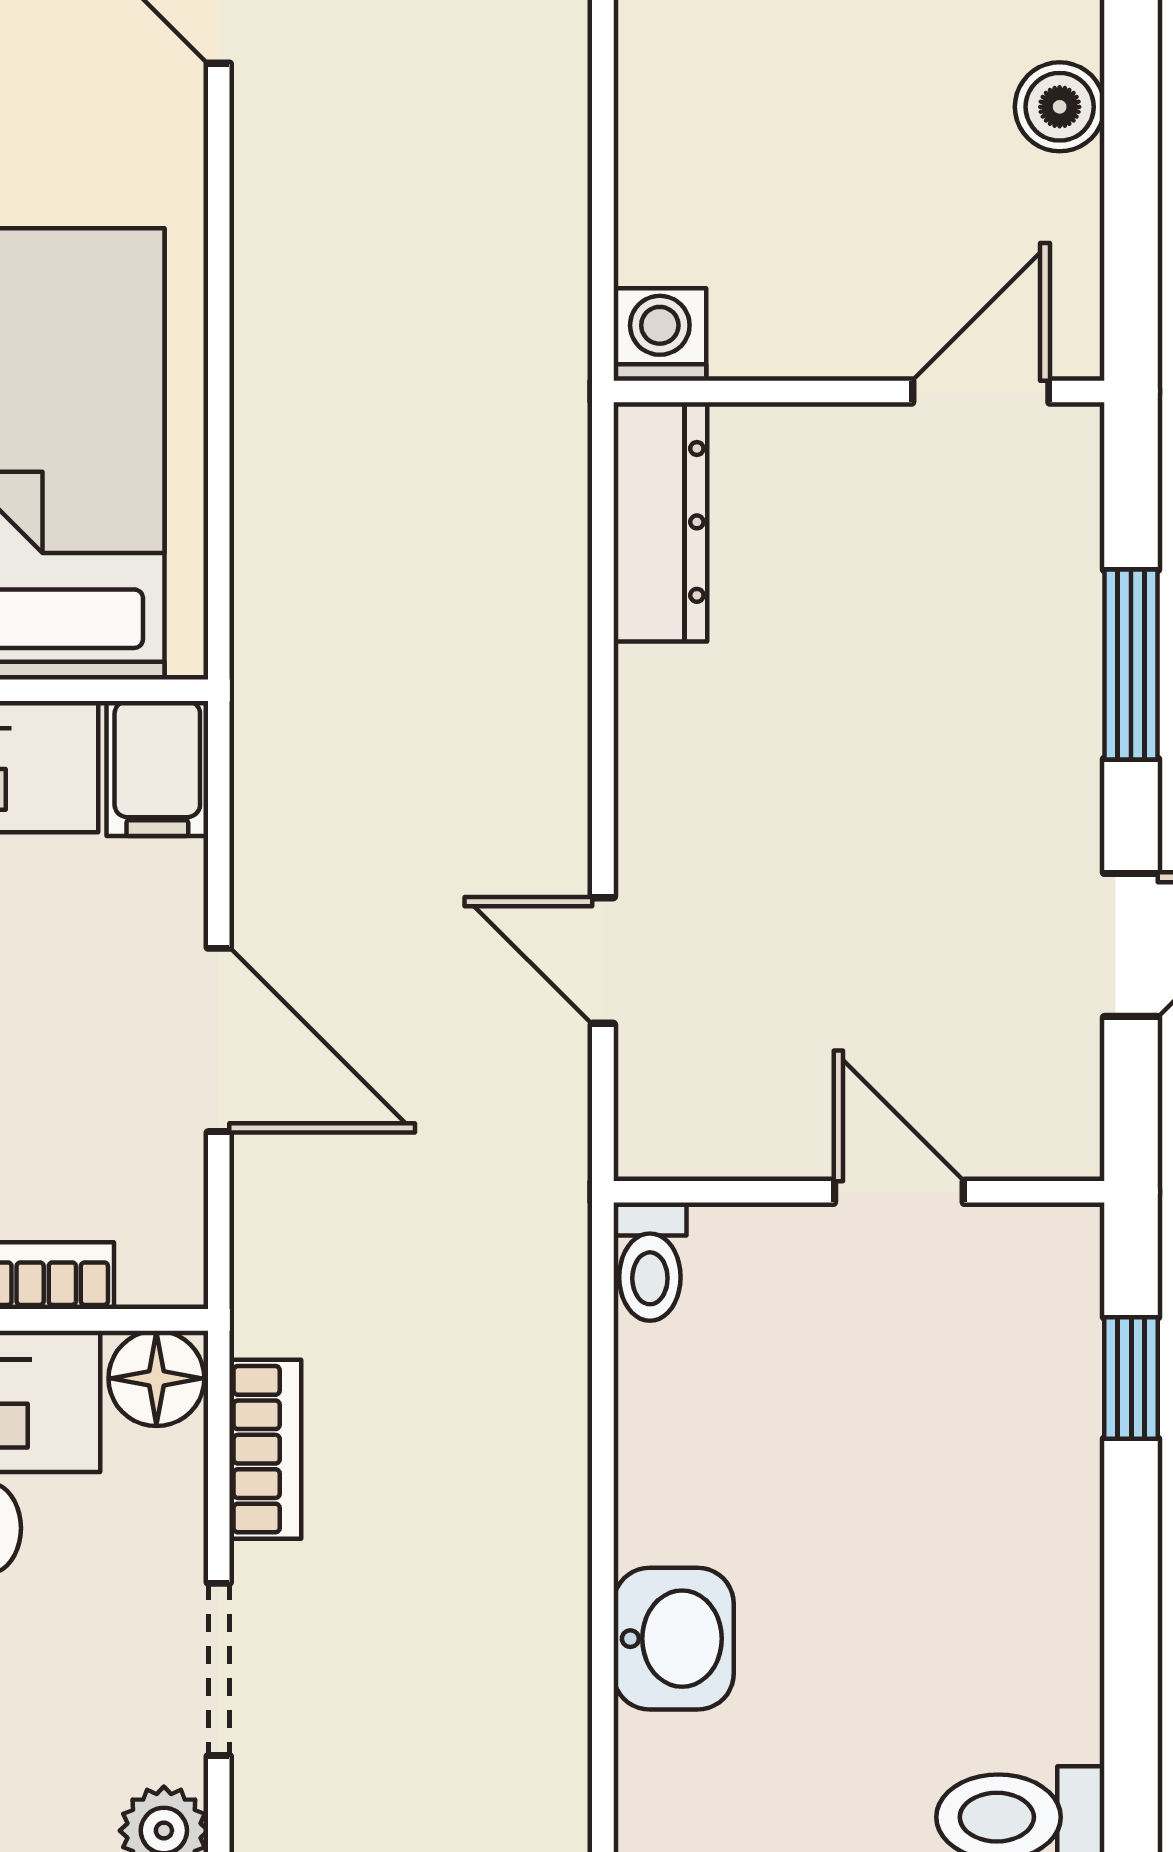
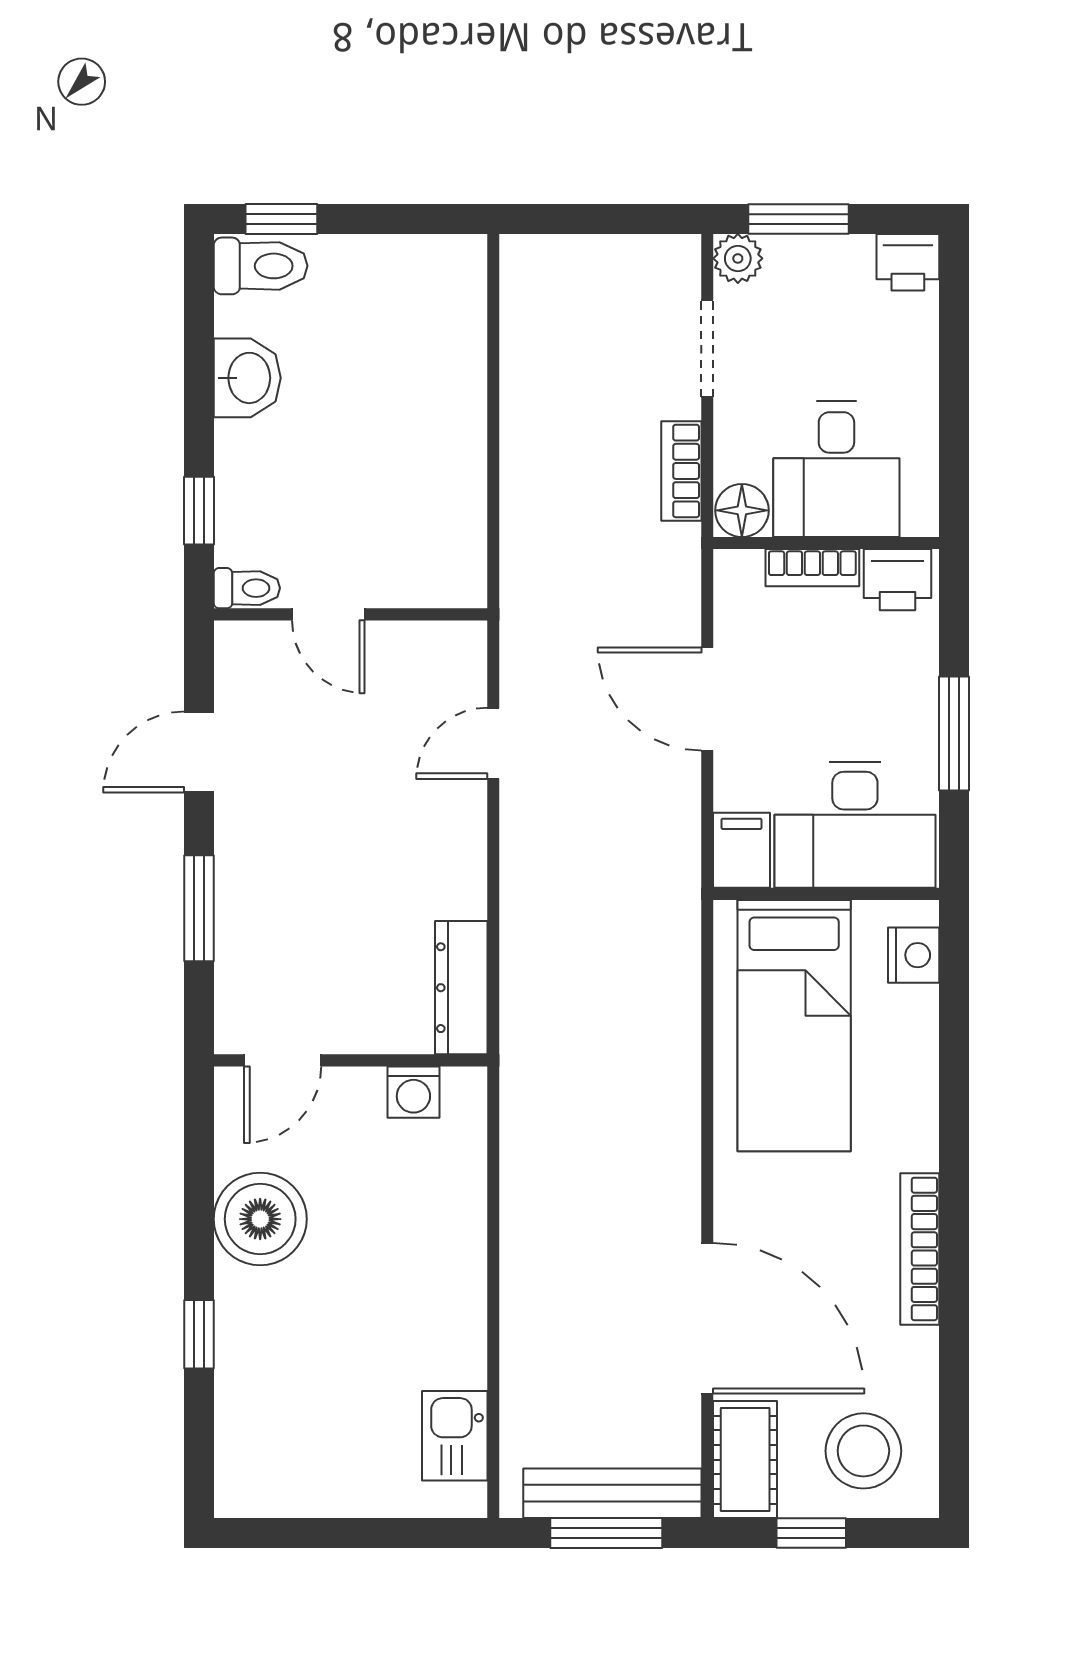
boiler: (1060, 107) -> (260, 1219), width x1.86, depth x1.86
washing machine: (660, 335) -> (413, 1092), moved
door: (603, 960) -> (493, 743), swing flipped
toilet: (650, 1262) -> (247, 588), moved, turned 90
washbasin: (674, 1639) -> (247, 378), moved, turned 180

